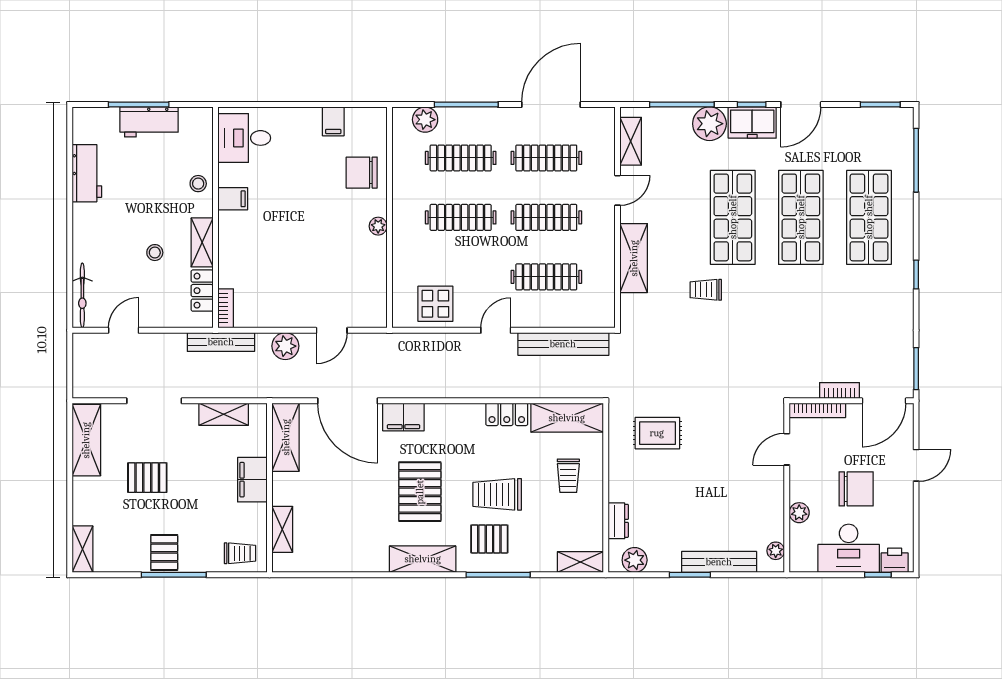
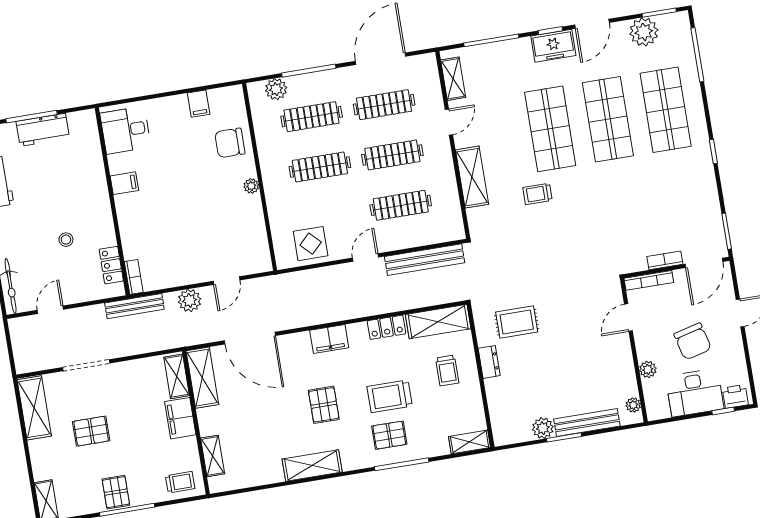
plant: (709, 124) -> (644, 32), moved
stool: (198, 184) -> (93, 175), removed
shelving: (202, 242) -> (105, 224), removed
shelving: (224, 414) -> (177, 376), moved, turned 90
filing cabinet: (403, 417) -> (329, 339), moved
chair: (856, 489) -> (693, 341), turned 76
pallet: (420, 492) -> (324, 405), width x0.67, depth x0.71
dresser: (618, 521) -> (489, 362), moved
shelving: (423, 559) -> (312, 465), moved
plant: (635, 560) -> (543, 428), moved

